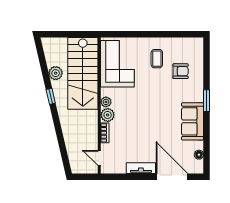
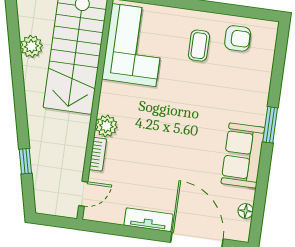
armchair: (181, 71) -> (238, 38), moved
window: (51, 96) -> (25, 161), moved
plant: (106, 102) -> (107, 104), removed
door: (99, 158) -> (83, 194), swing flipped

